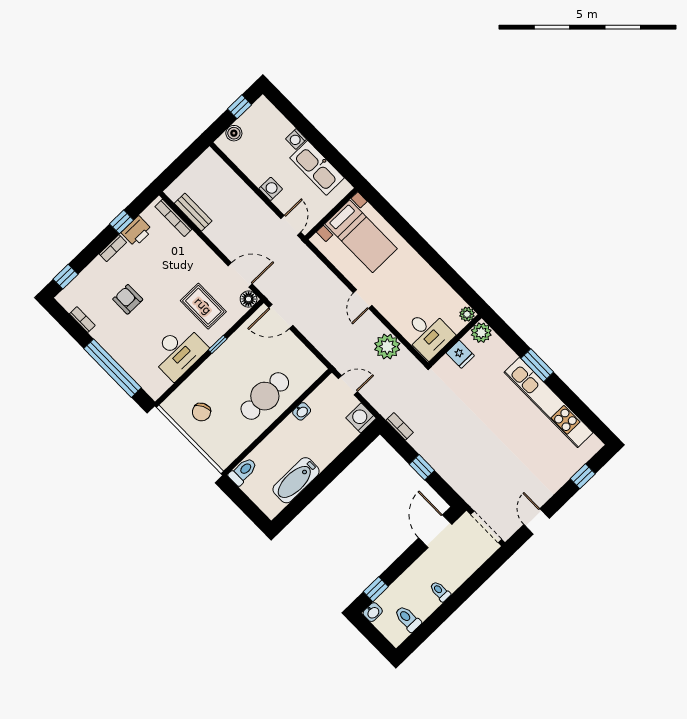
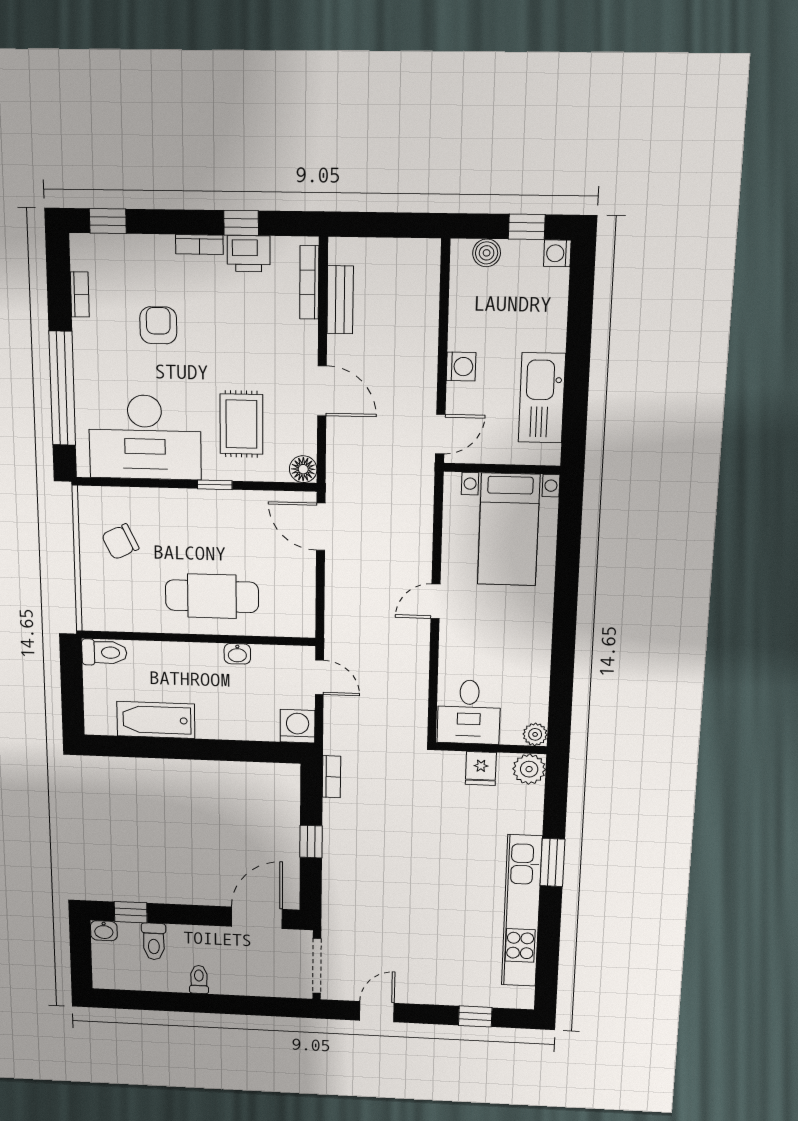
washing machine: (296, 139) -> (557, 253), moved
door: (240, 275) -> (322, 391), moved
plant: (387, 347) -> (408, 680), removed
desk: (178, 352) -> (145, 437), width x1.36, depth x1.30
toilet: (408, 619) -> (154, 941), moved, turned 180

